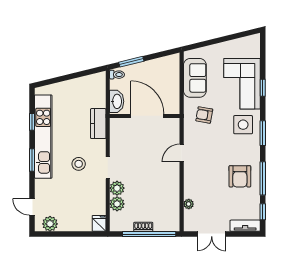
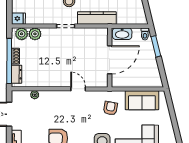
kitchen counter: (98, 124) -> (97, 18), width x1.50
plant: (117, 188) -> (22, 34), moved
dresser: (165, 225) -> (17, 74), added

